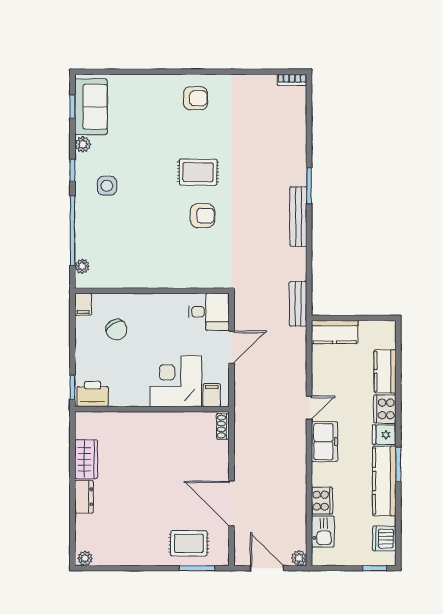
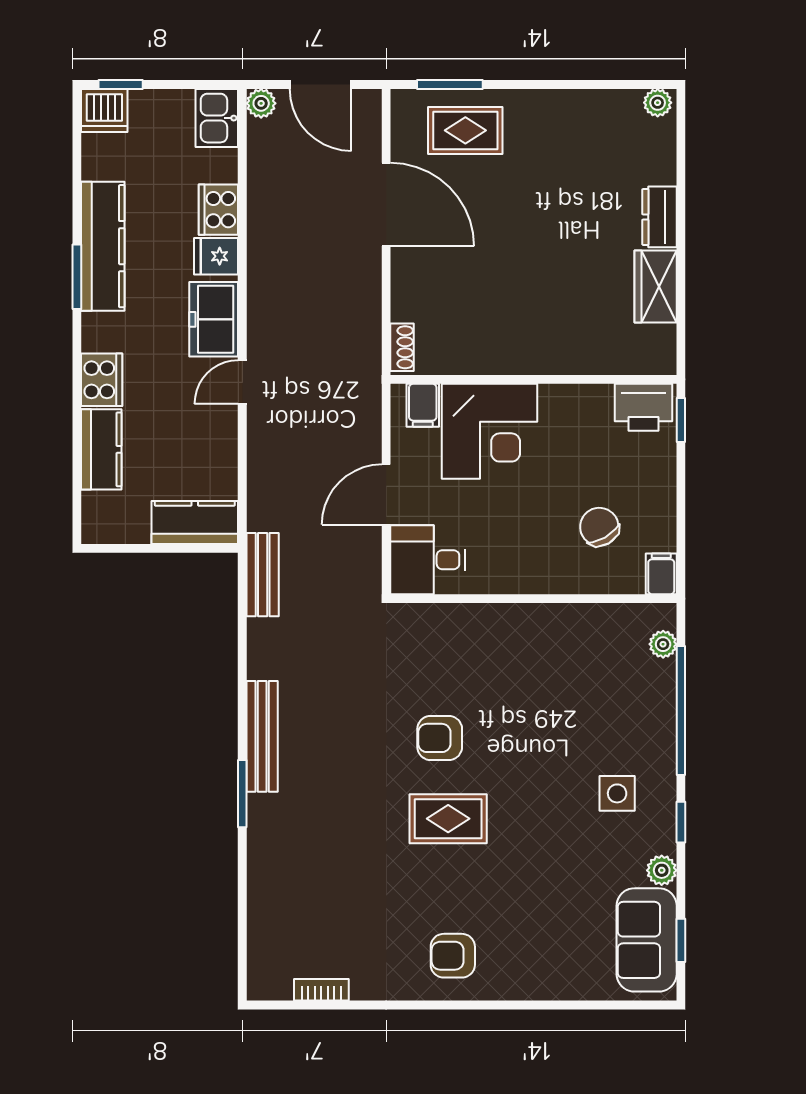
bookcase: (292, 80) -> (321, 990), moved
fridge: (384, 435) -> (216, 256), moved, turned 180
kitchen sink: (323, 532) -> (217, 118), moved
dishwasher: (384, 539) -> (104, 110), moved, turned 90

